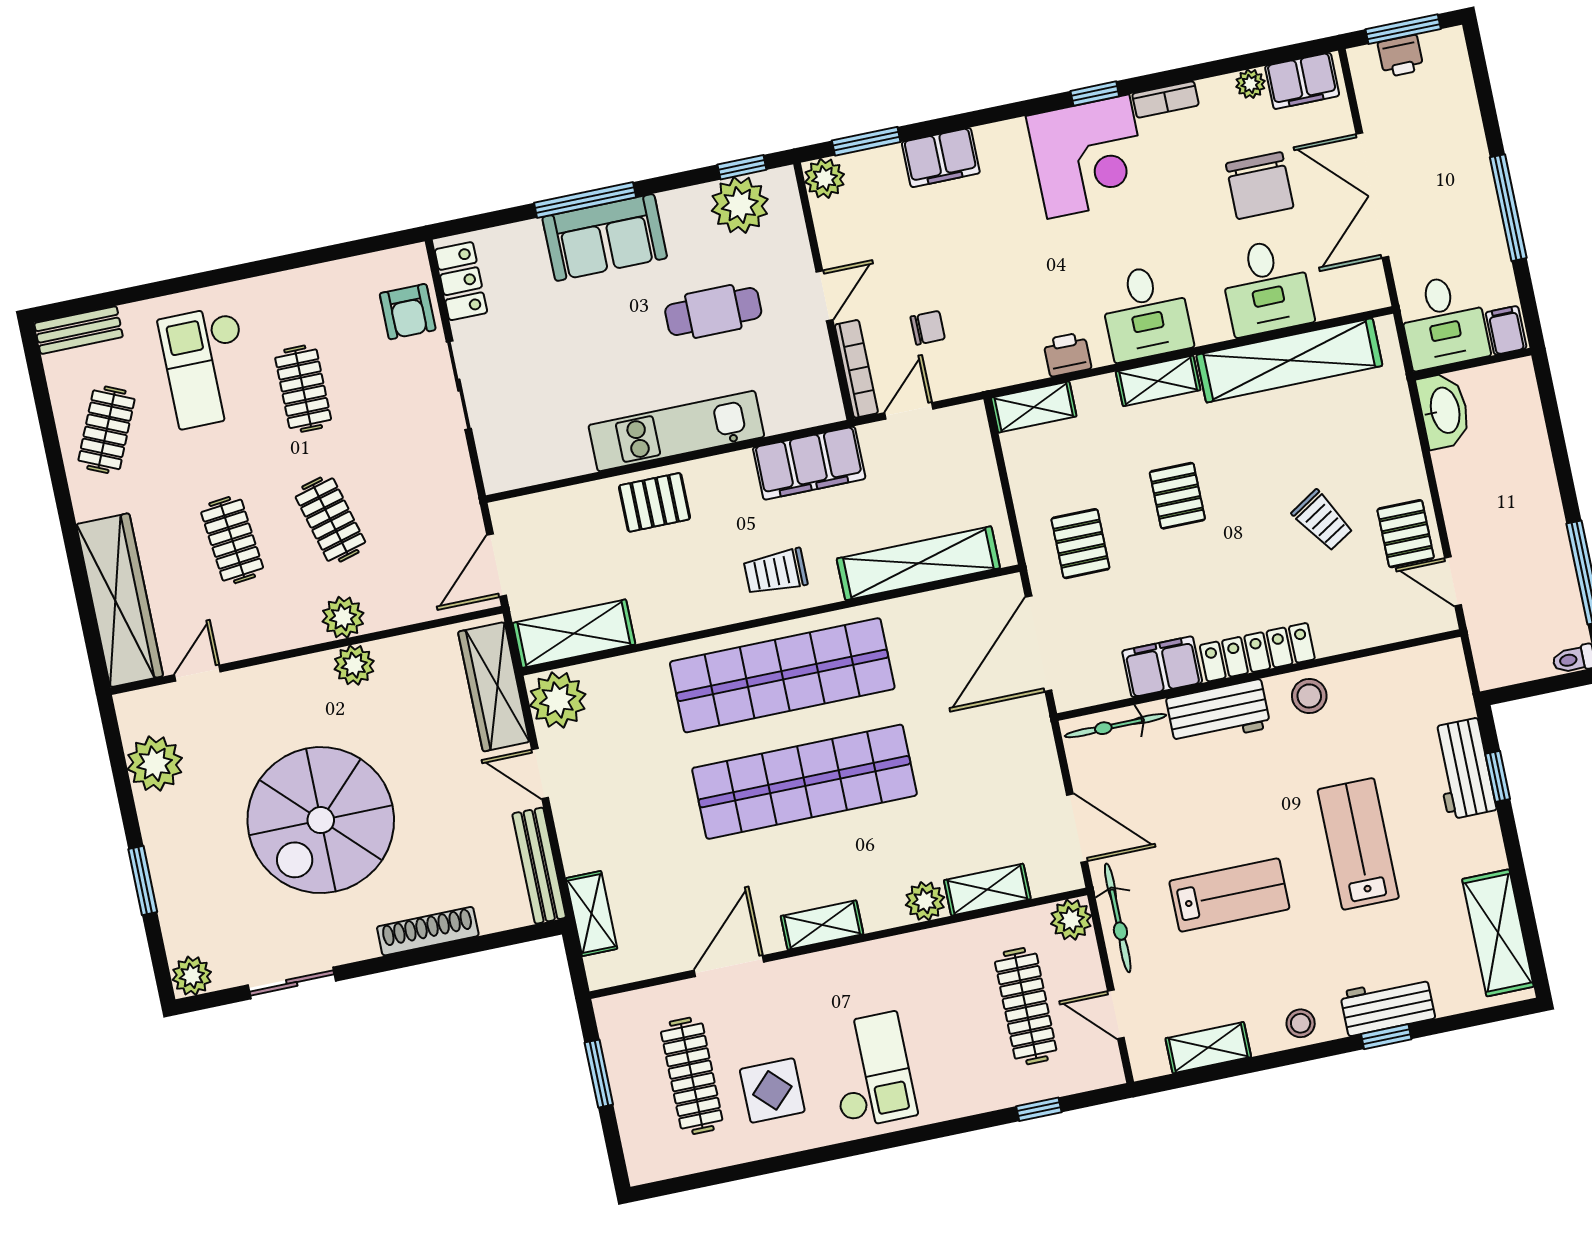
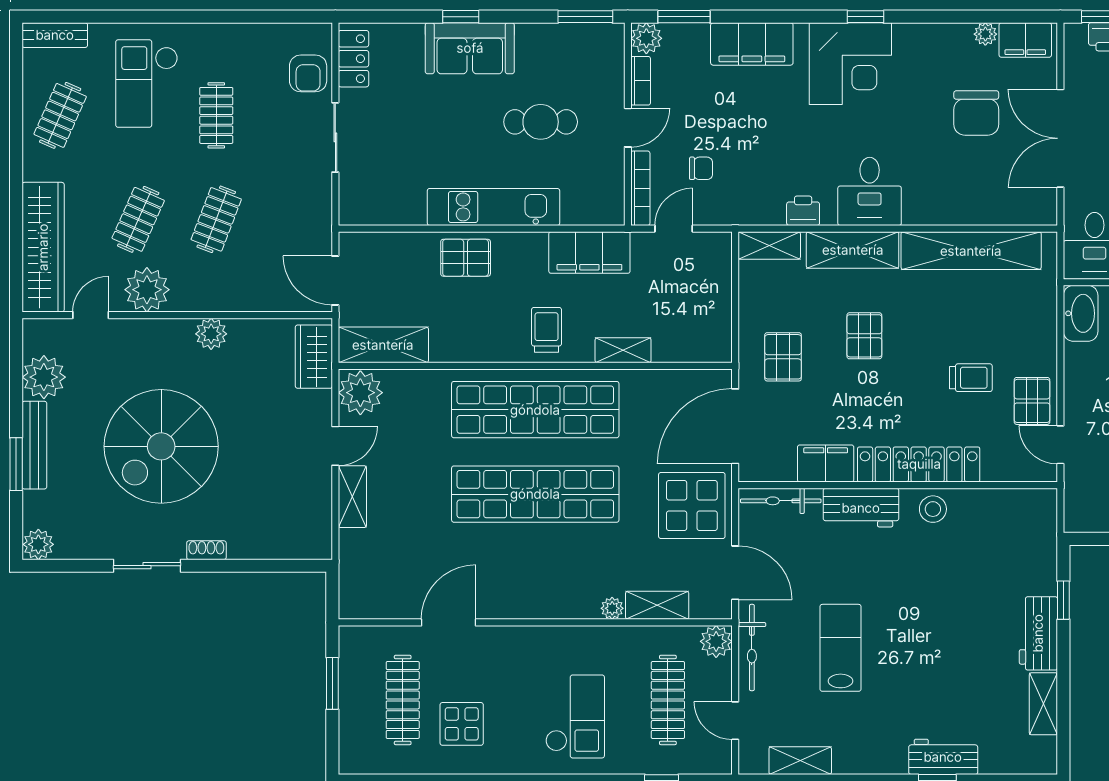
bookcase: (1165, 99) -> (641, 81), moved, turned -90
filing cabinet: (941, 158) -> (752, 44), width x1.50, depth x1.17
window: (742, 167) -> (585, 17), width x1.50
window: (585, 200) -> (461, 17), width x0.46
plant: (740, 205) -> (578, 45), removed
desk: (1266, 287) -> (965, 191), removed
shelving: (1158, 381) -> (853, 250), width x1.50, depth x1.33
clothes rail: (330, 520) -> (216, 219), turned 36
trolley: (1322, 520) -> (971, 378), turned -58
clothes rail: (232, 540) -> (138, 219), turned 30
shelving: (918, 563) -> (623, 350), width x0.45, depth x0.75
door: (497, 565) -> (335, 280), hinge flipped
trolley: (776, 572) -> (547, 330), turned 90
plant: (343, 617) -> (147, 290), moved, width x1.36, depth x1.36
locker: (1257, 652) -> (919, 464), width x1.41, depth x1.21
wardrobe: (494, 687) -> (314, 357), width x0.67
display table: (1005, 755) -> (692, 505), added
workbench: (1463, 769) -> (1038, 633), moved
door: (540, 774) -> (335, 446), swing flipped
lab bench: (1358, 844) -> (947, 629), removed
bench: (539, 866) -> (34, 445), moved
lab bench: (1229, 895) -> (841, 648), turned -90
plant: (925, 901) -> (612, 608), width x0.73, depth x0.73
shelving: (592, 913) -> (352, 497), moved
shelving: (822, 925) -> (526, 606), removed
shoe rack: (428, 931) -> (206, 550), width x0.51, depth x0.81
shelving: (1498, 933) -> (1043, 704), width x0.67, depth x0.75
sliding door: (292, 983) -> (147, 566), moved
stool: (1301, 1023) -> (874, 757), removed
checkout: (871, 1070) -> (575, 716), moved

